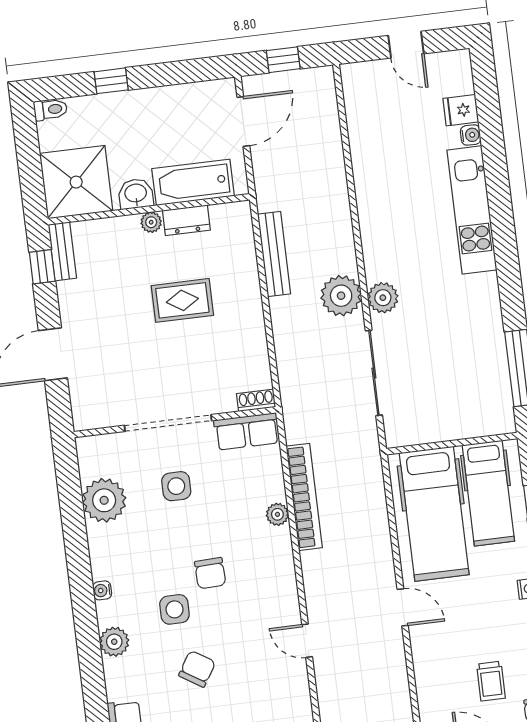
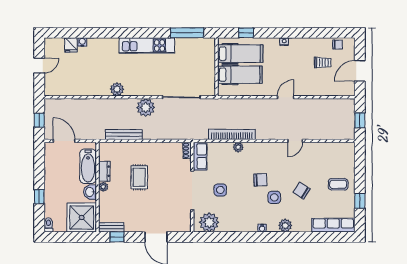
kitchen unit: (472, 210) -> (147, 45), moved
plant: (383, 298) -> (117, 89), moved
plant: (104, 500) -> (209, 222), moved
hospital bed: (434, 514) -> (240, 75), width x0.73, depth x0.78

